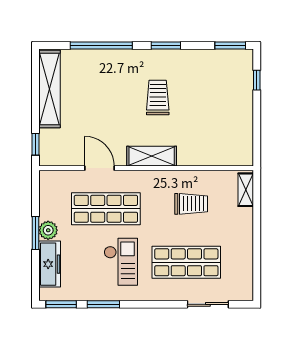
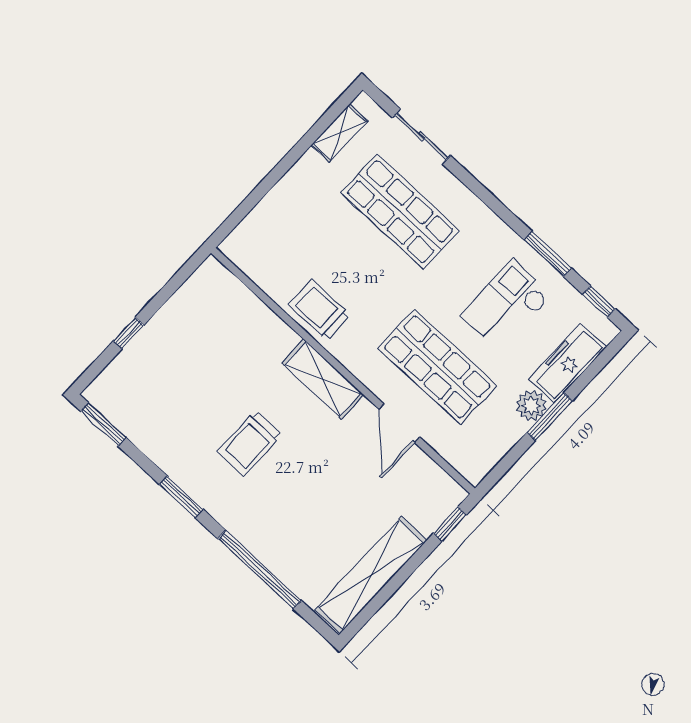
window: (257, 80) -> (129, 333), moved
shelving: (246, 190) -> (339, 133), moved
trolley: (191, 204) -> (319, 310), moved
checkout: (121, 262) -> (506, 305), moved
window: (61, 304) -> (599, 302), width x0.67

